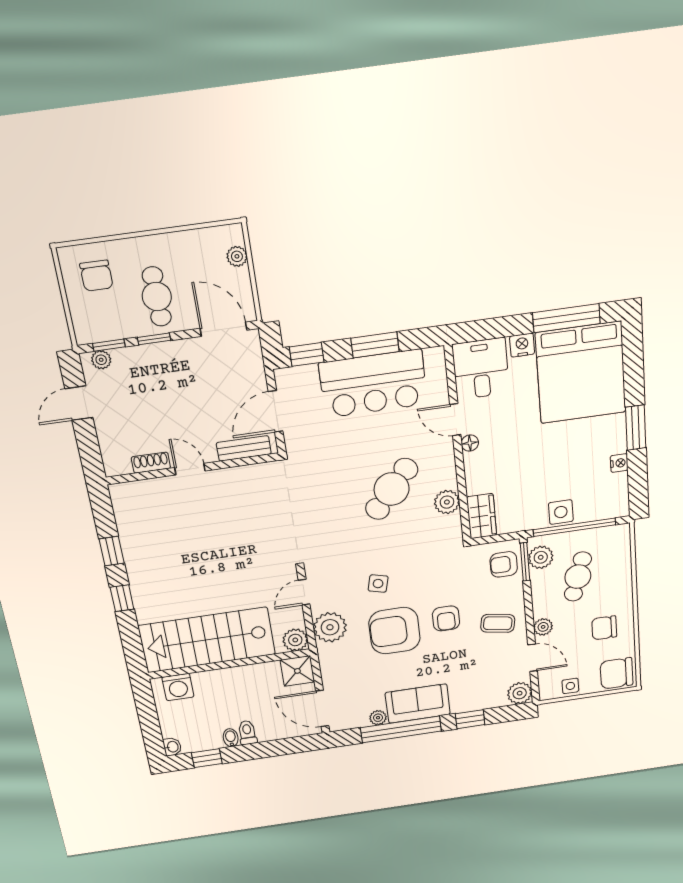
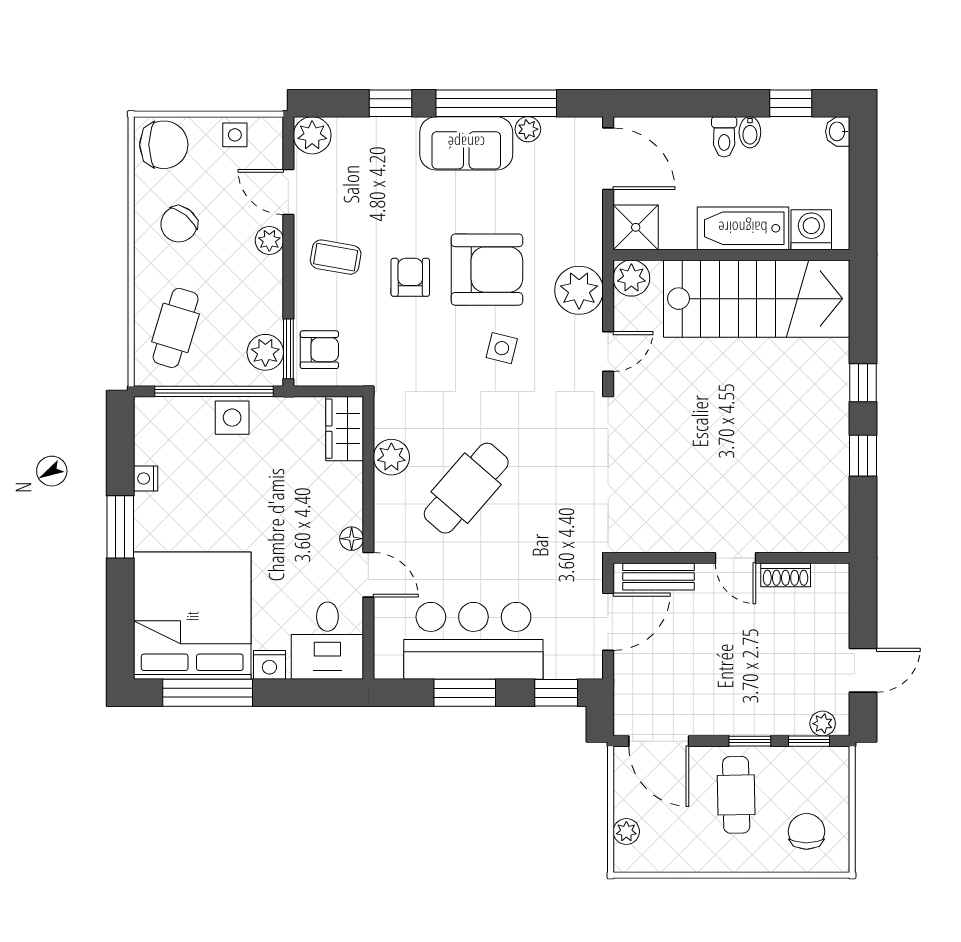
cafe table: (578, 577) -> (176, 328), moved
chair: (604, 628) -> (179, 224), turned 129
bathtub: (225, 681) -> (743, 228), added

